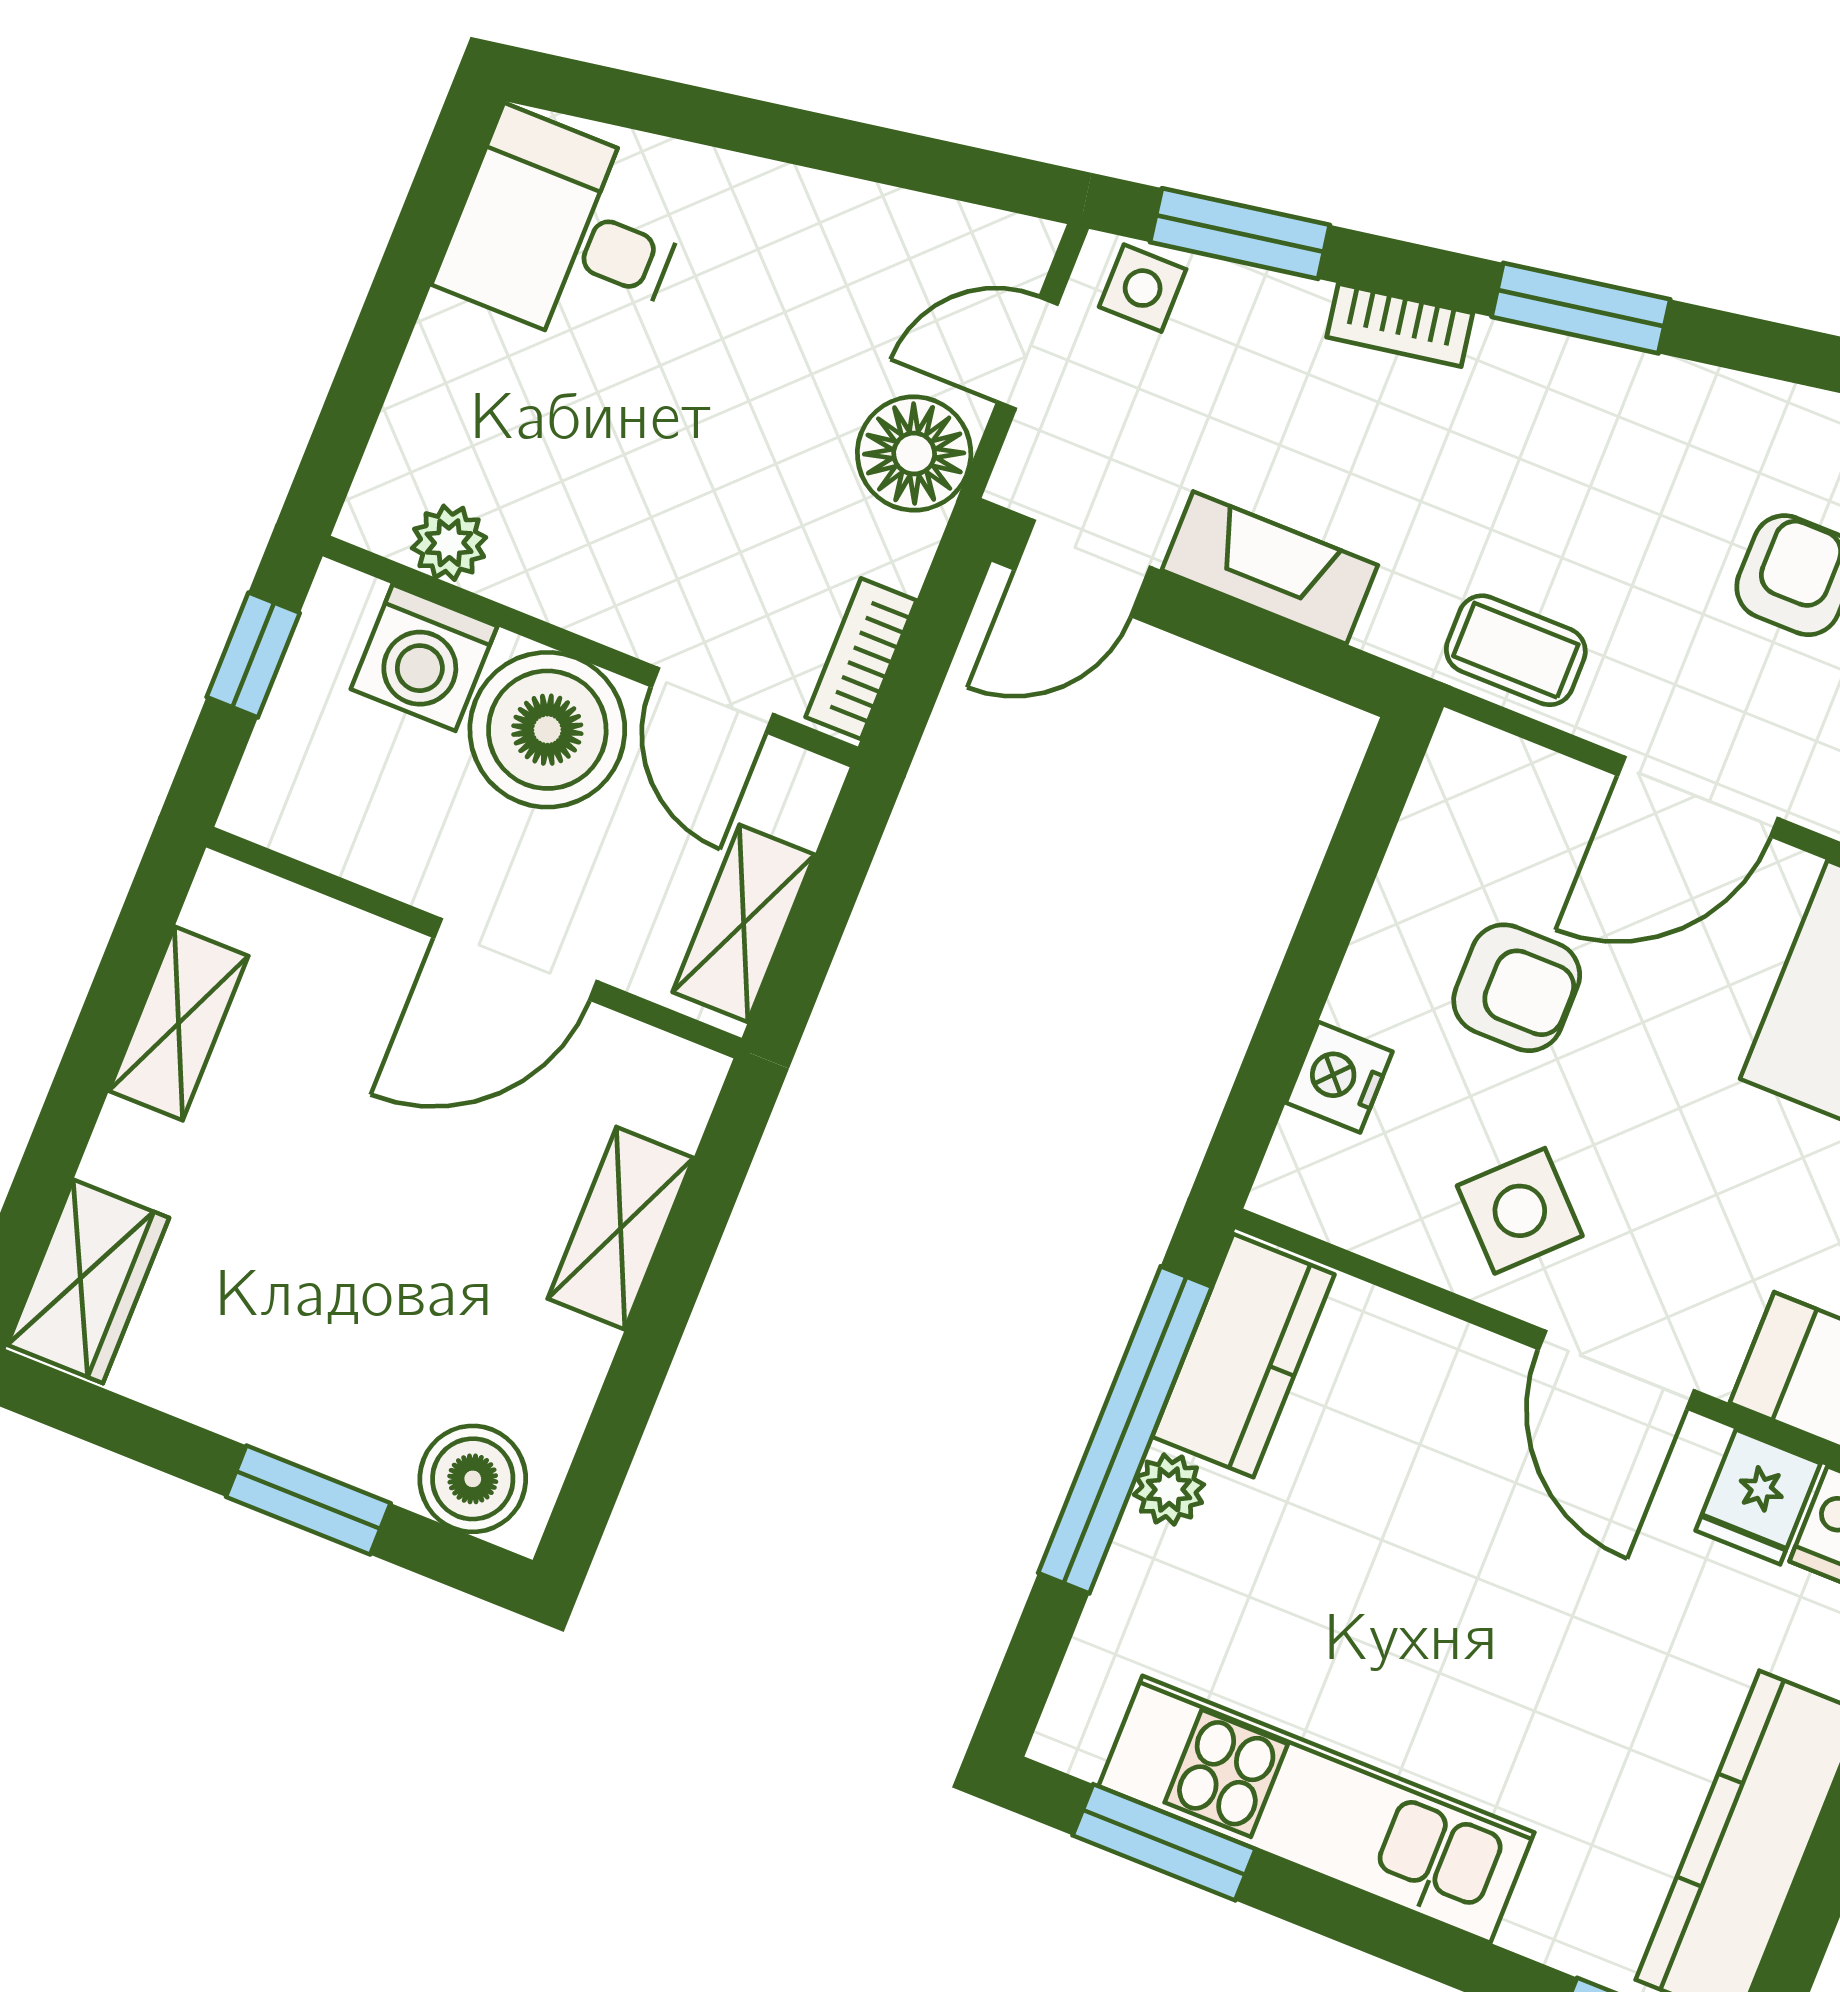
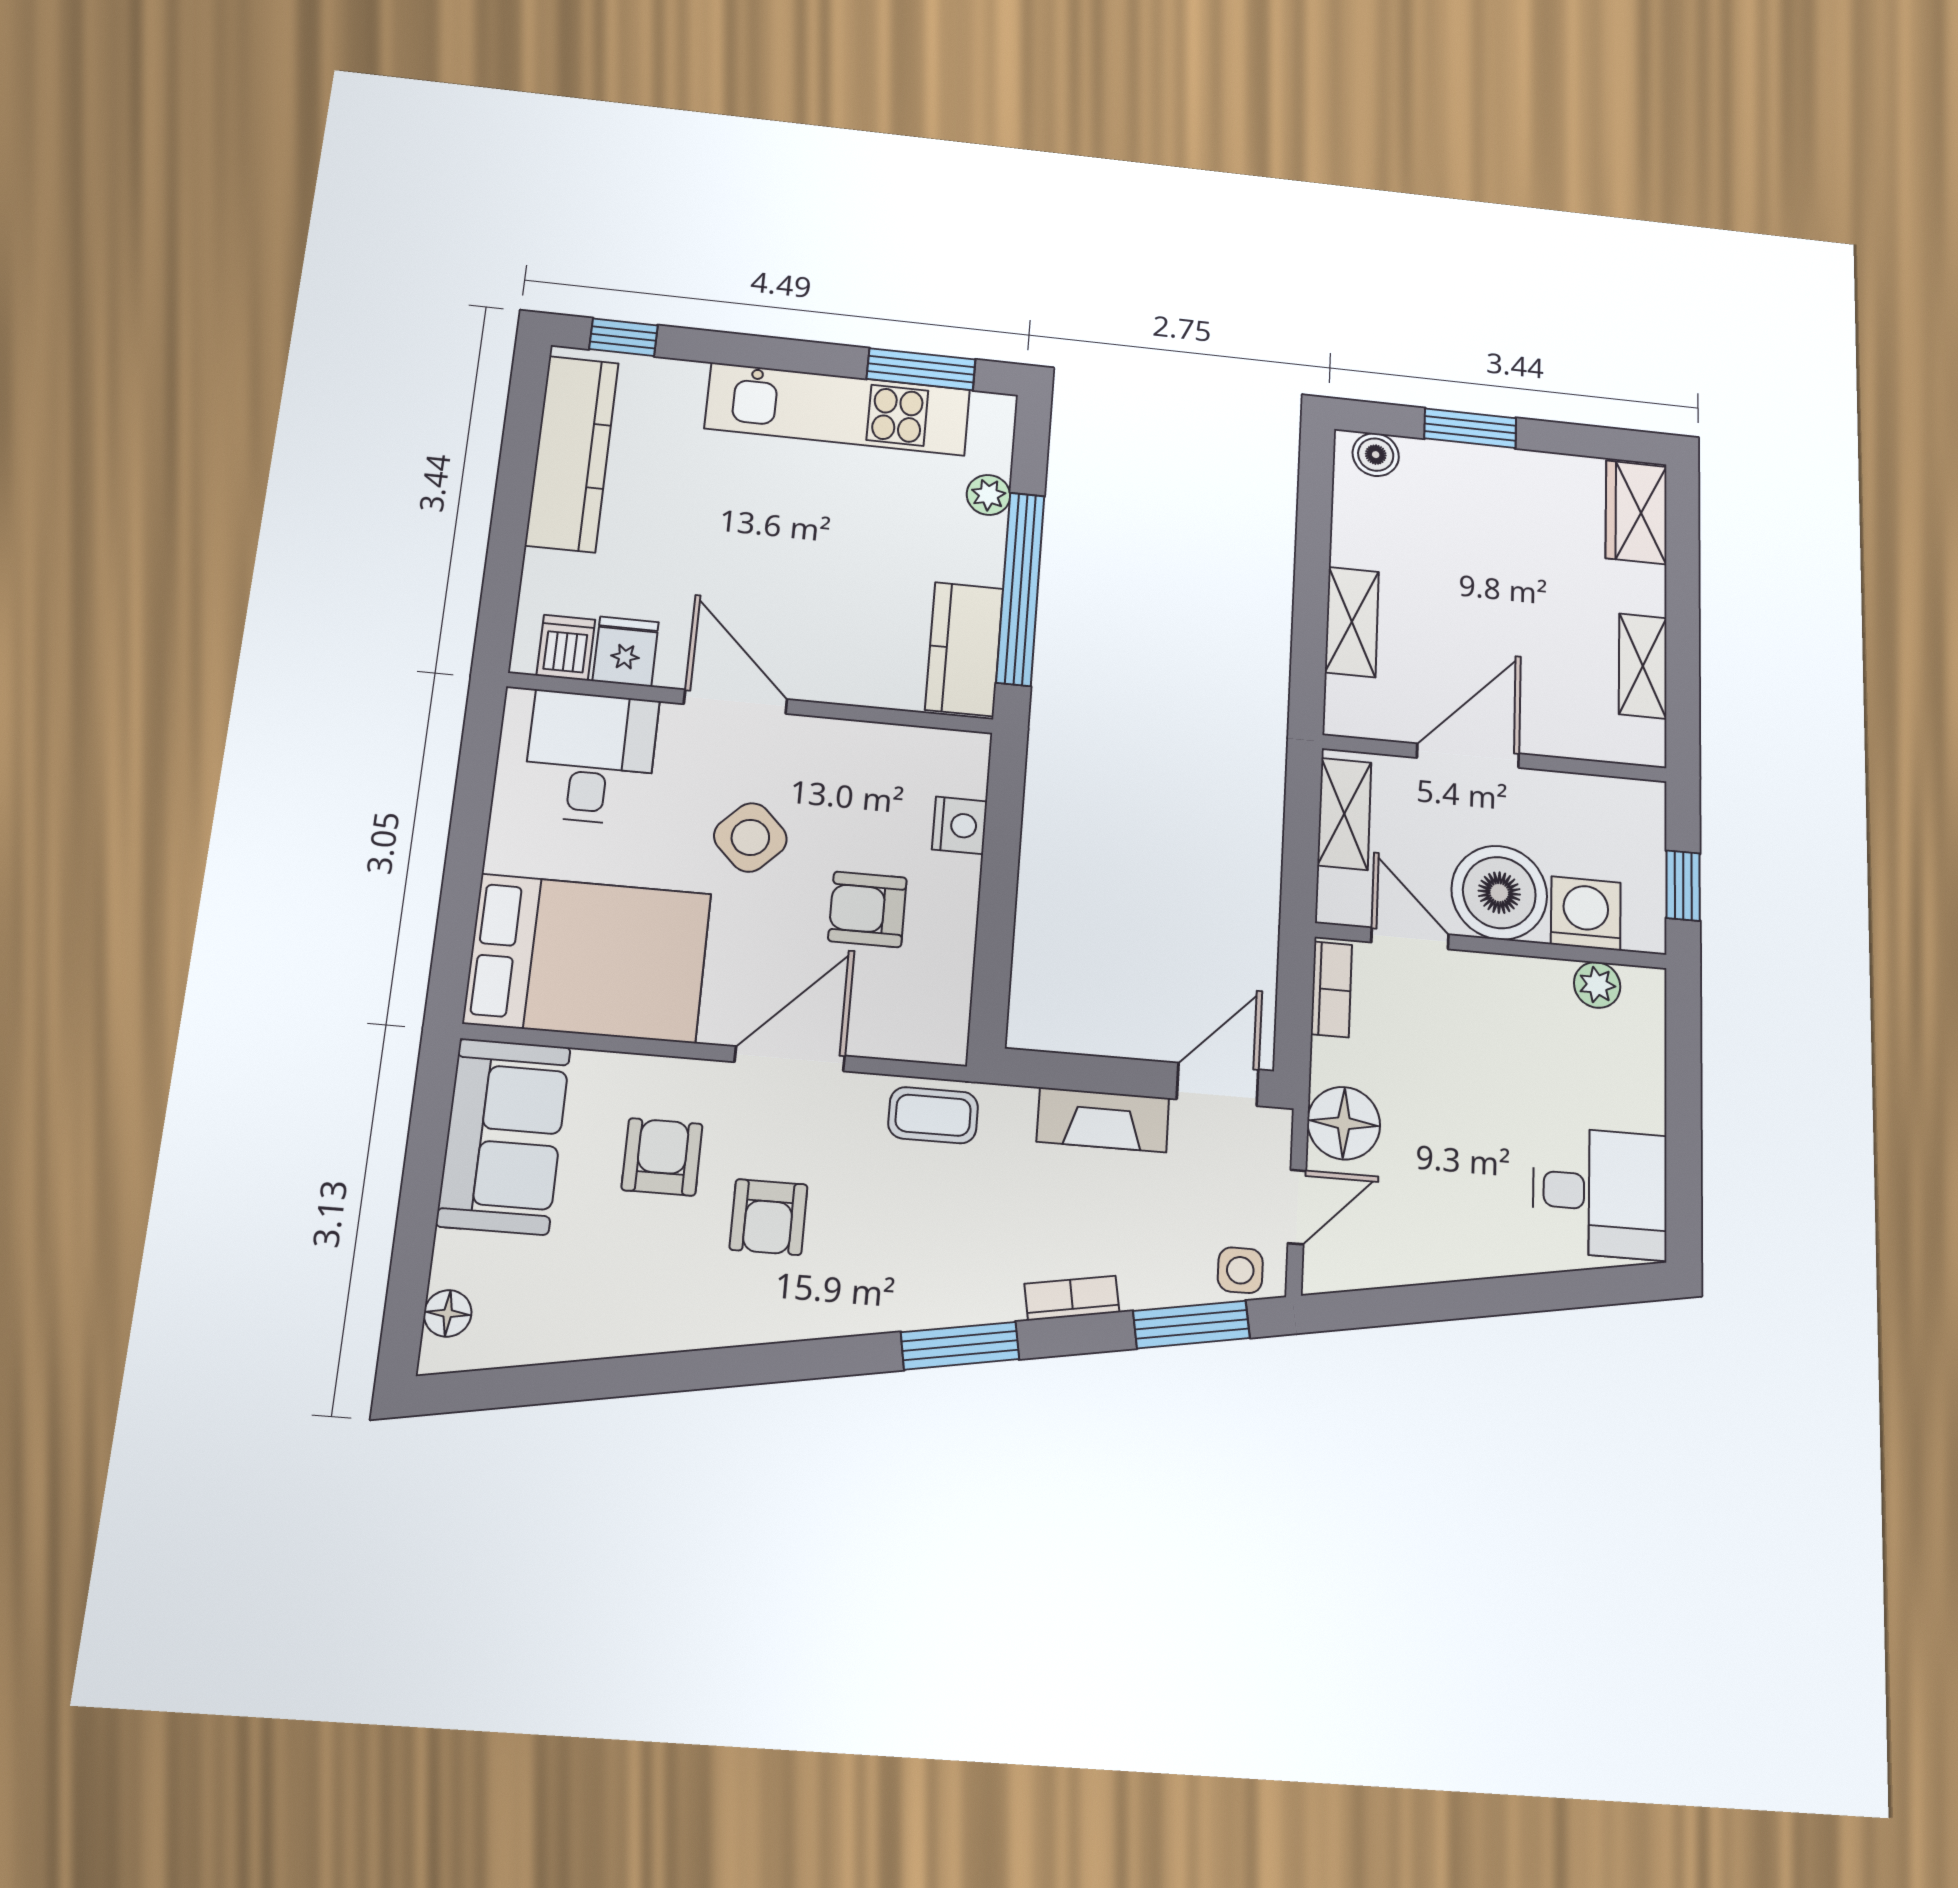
side table: (1520, 1211) -> (750, 837), moved
boiler: (473, 1479) -> (1376, 455), width x0.73, depth x0.73
plant: (1169, 1490) -> (988, 495), moved

